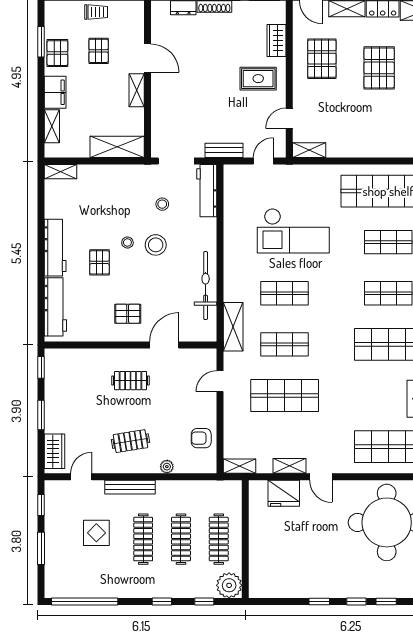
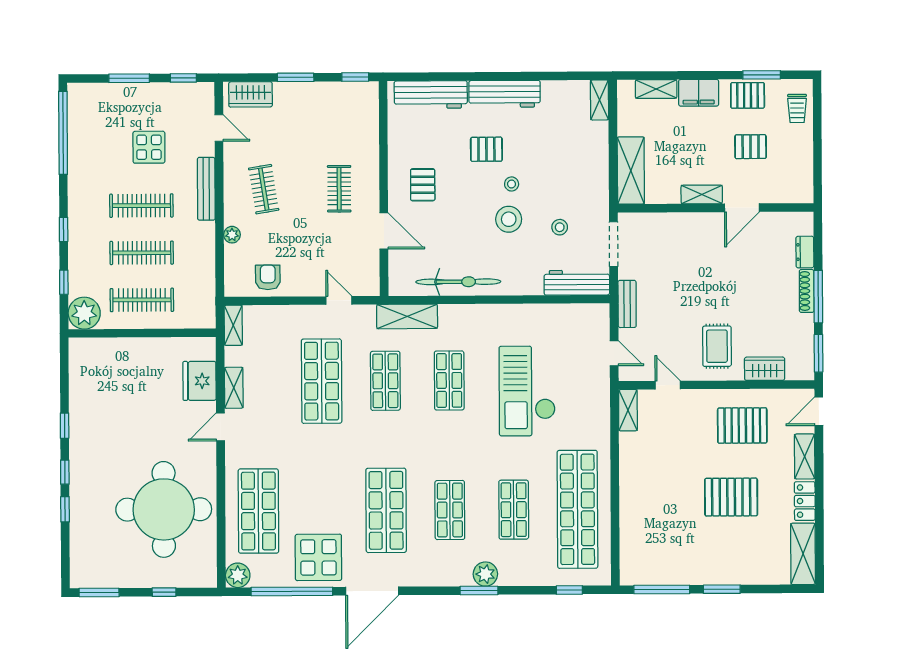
trolley: (96, 12) -> (797, 108), moved

